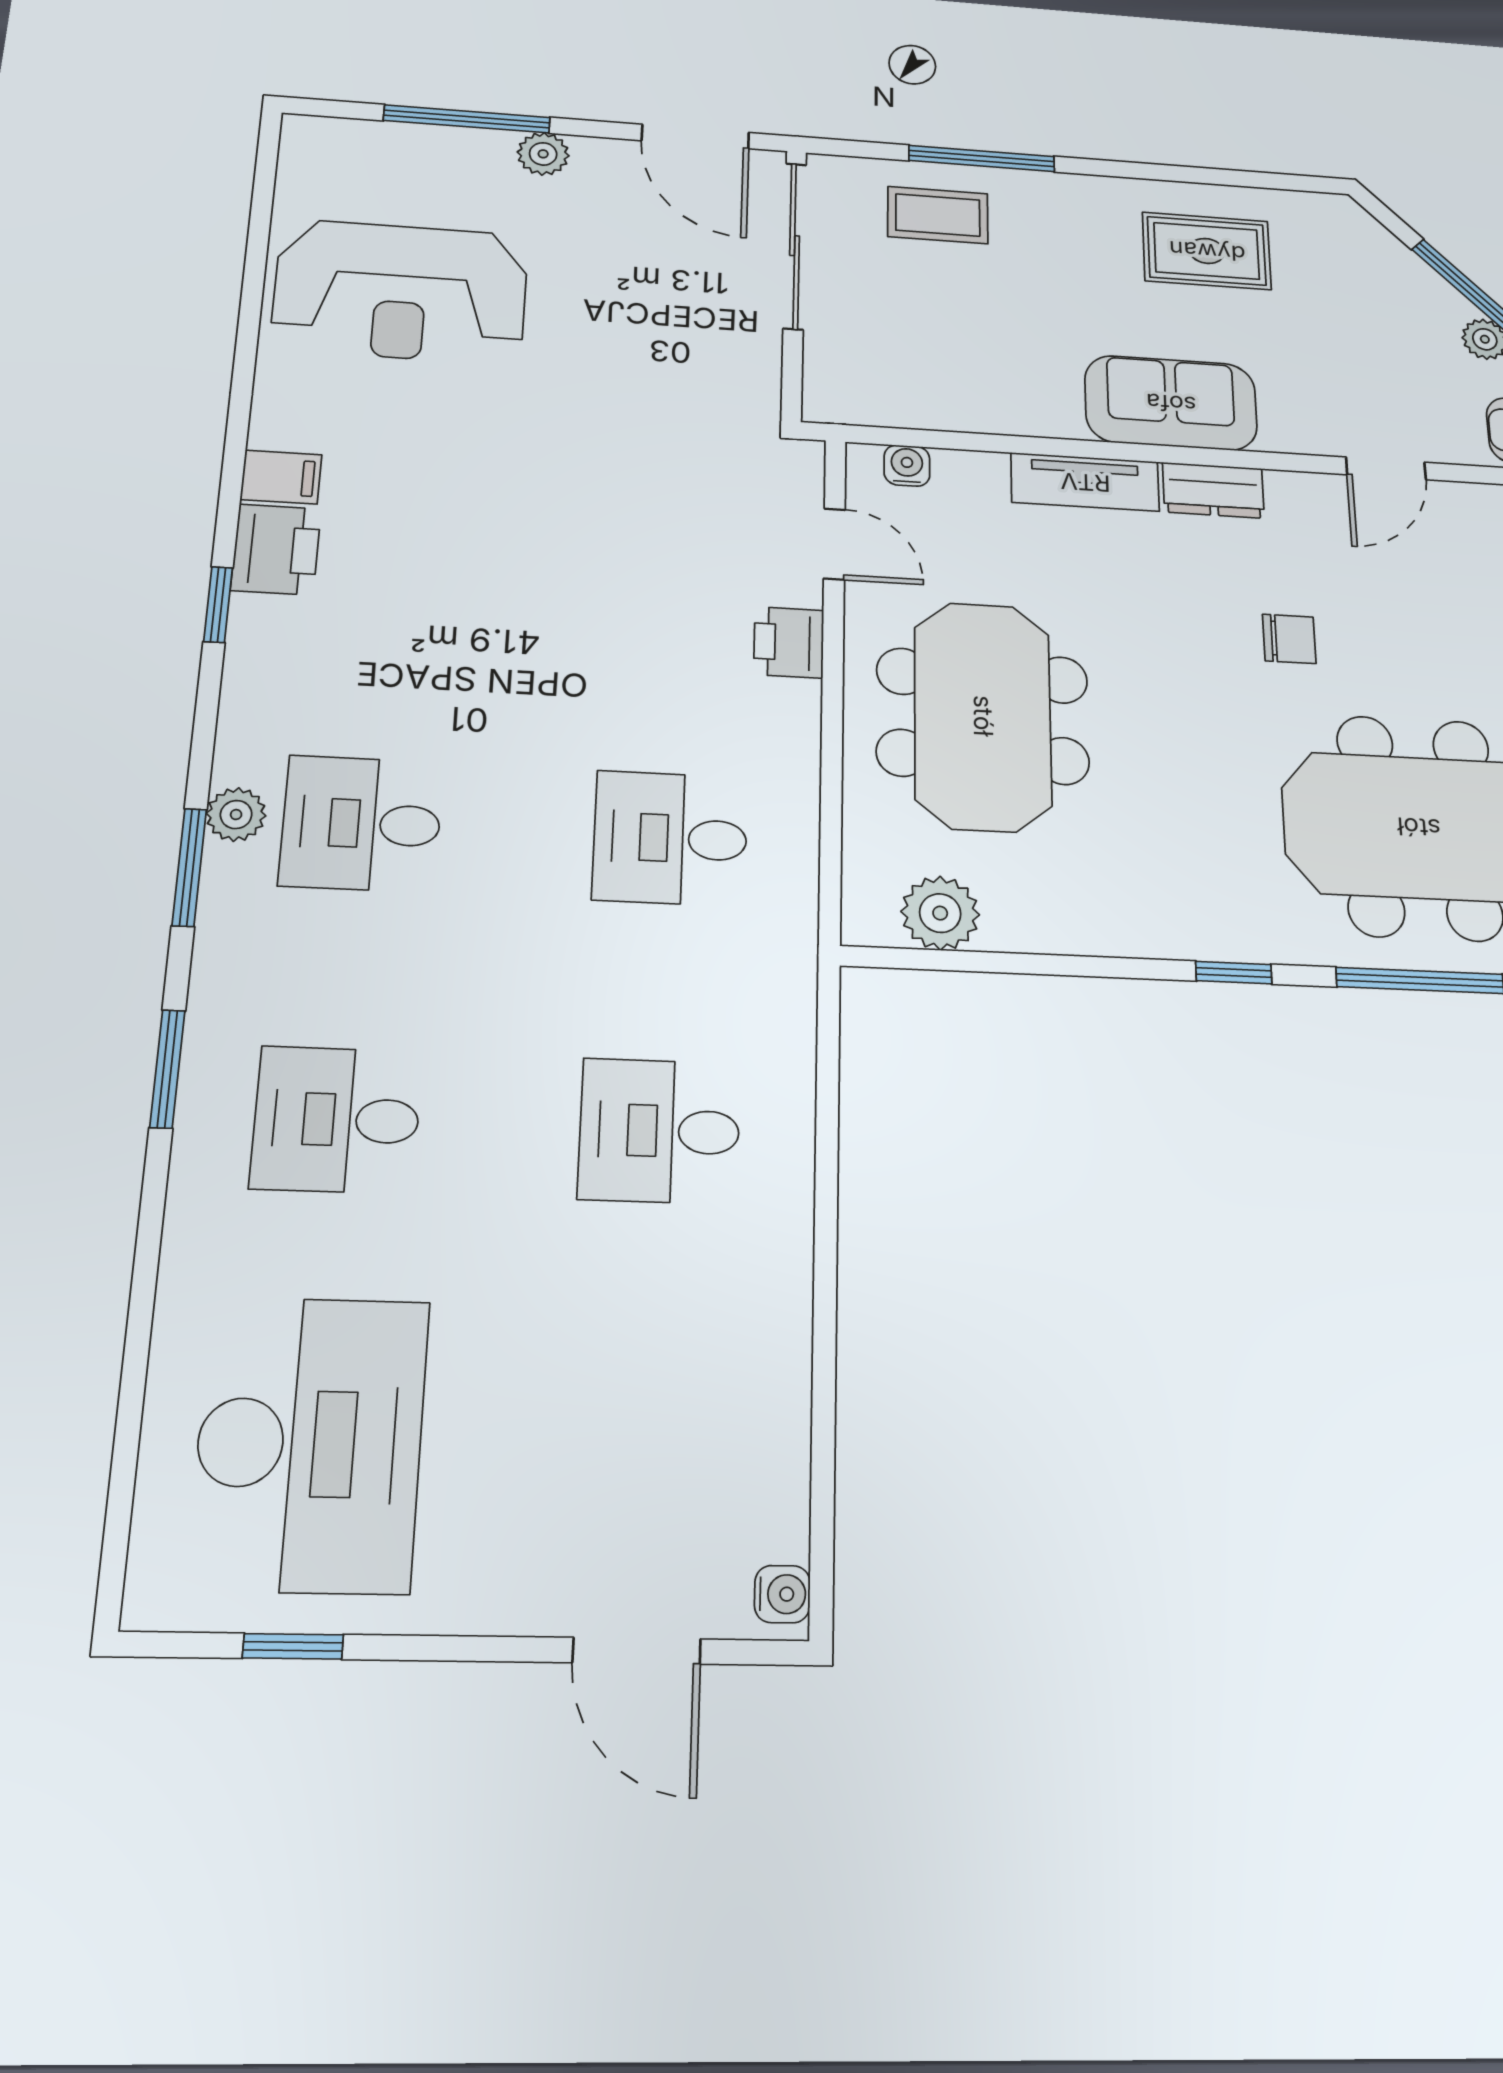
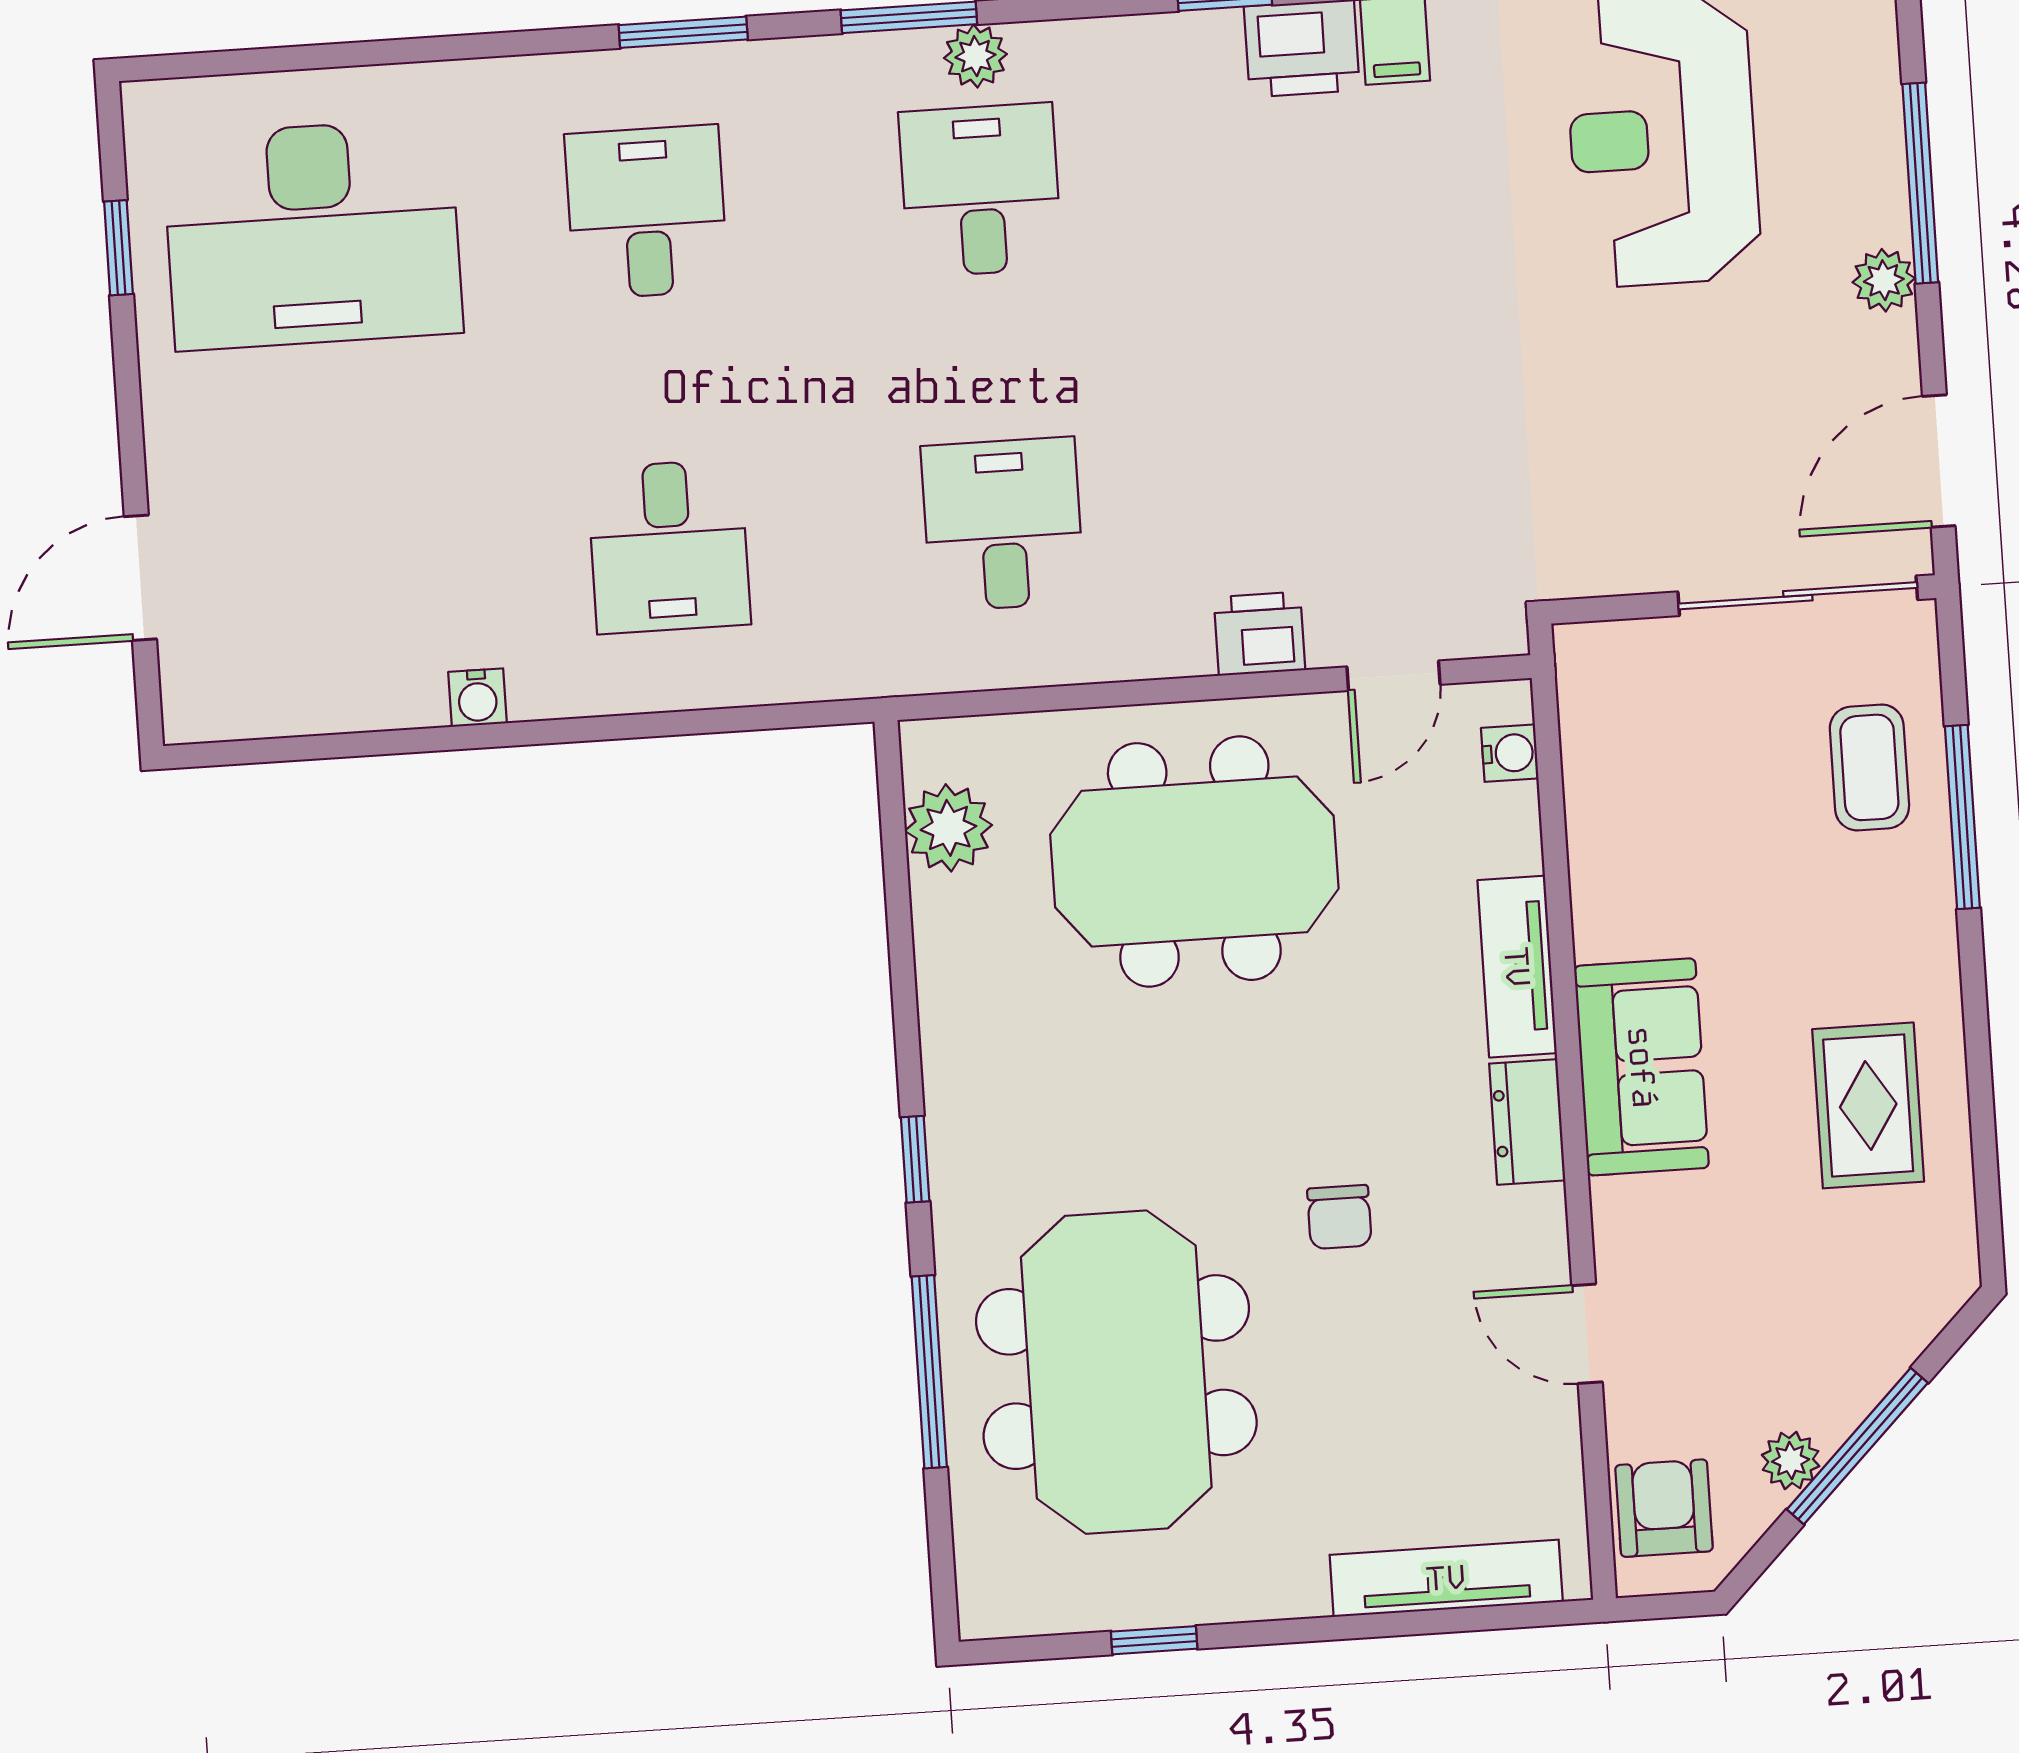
desk: (660, 1131) -> (669, 546), turned 180
water cooler: (782, 1594) -> (477, 698), moved

